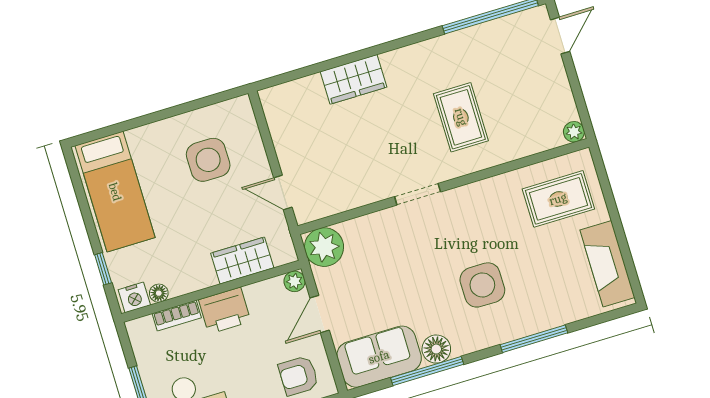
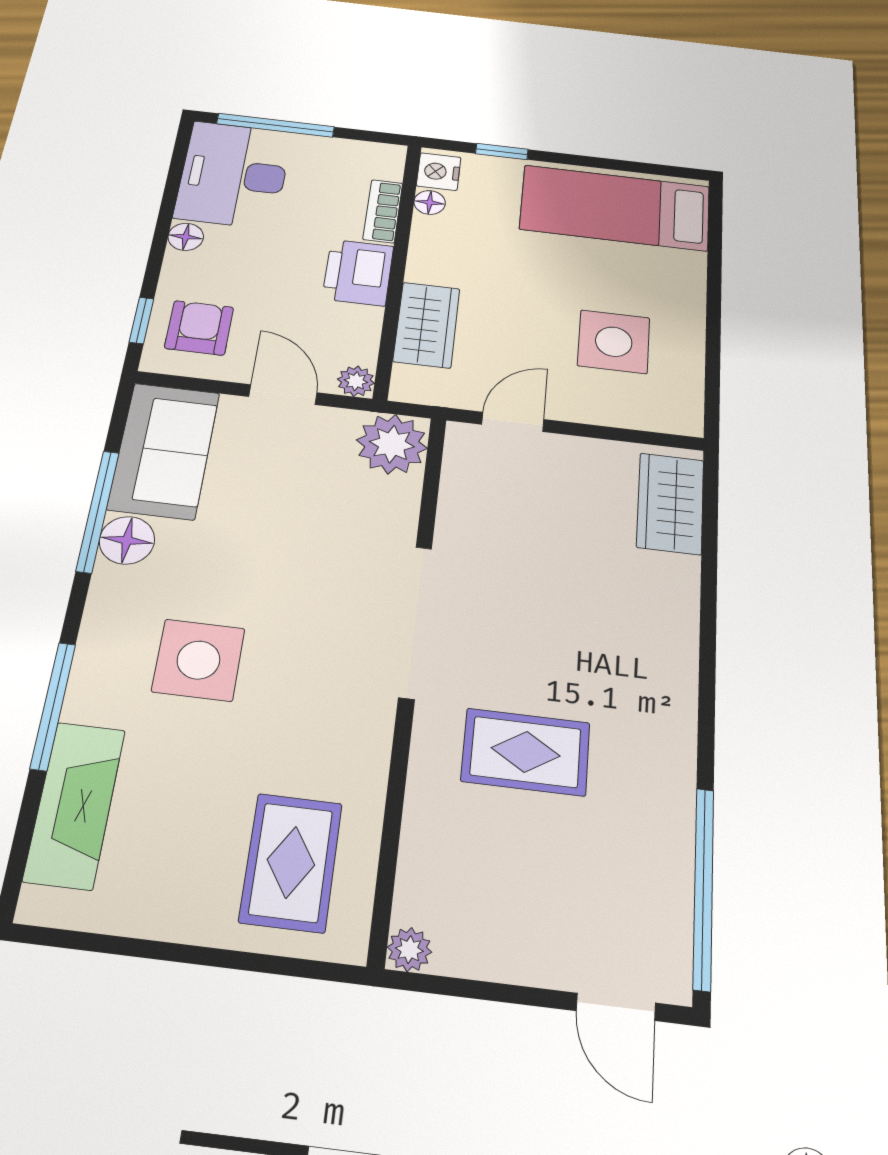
wardrobe: (354, 79) -> (670, 503), moved
doorway: (418, 194) -> (415, 622), width x1.88
fireplace: (607, 264) -> (75, 805), moved, turned 90

